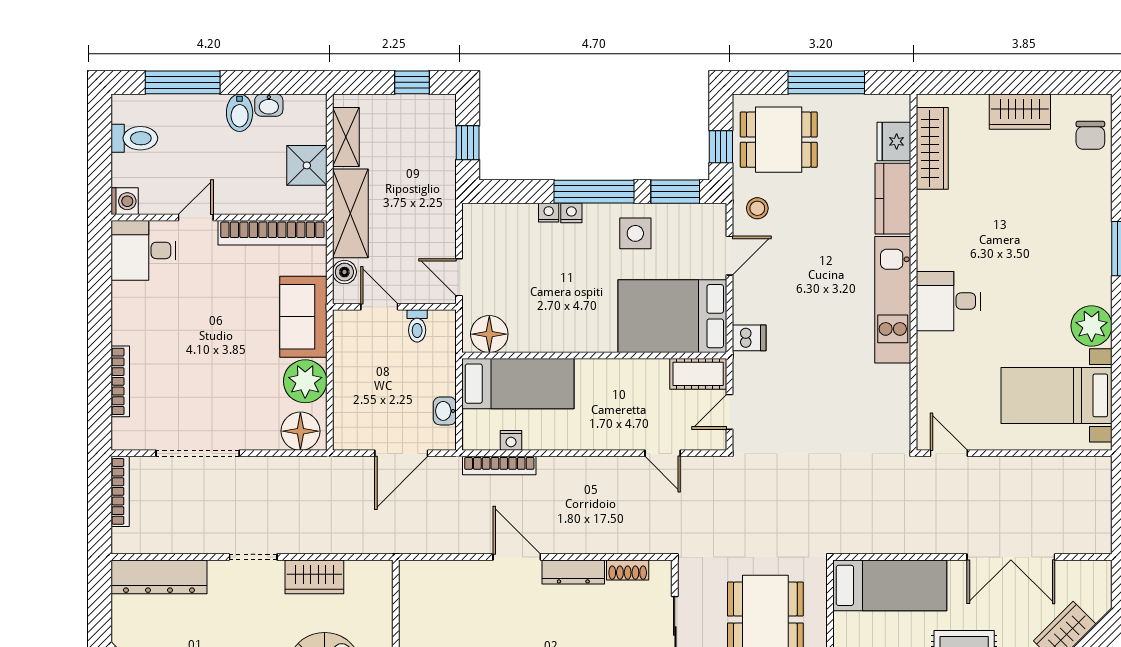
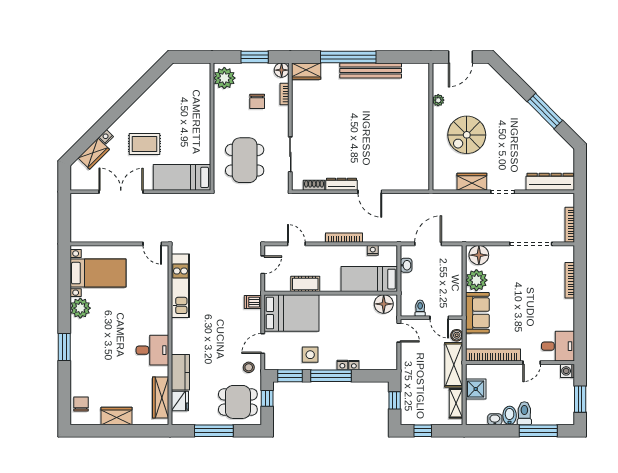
toilet: (134, 138) -> (524, 413), moved, turned 90
window: (100, 145) -> (580, 399), added
kitchen unit: (893, 300) -> (180, 286), moved
desk: (948, 301) -> (152, 350), moved
cot: (698, 374) -> (305, 284), moved
bookcase: (499, 466) -> (344, 238), moved

